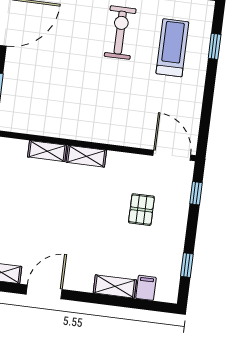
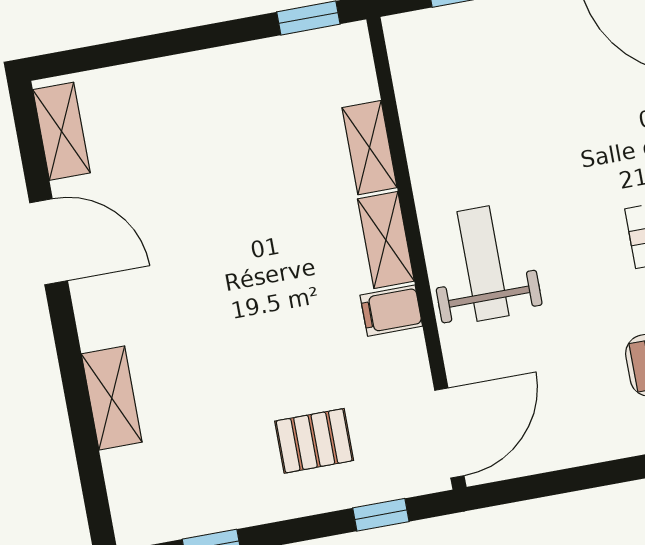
weight bench: (108, 120) -> (483, 264), added
pallet: (141, 210) -> (314, 441), moved
filing cabinet: (146, 288) -> (391, 311), moved, turned 180

